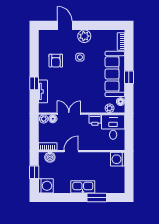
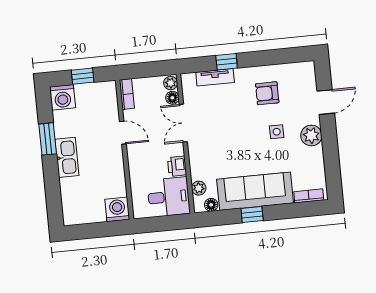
double door: (69, 114) -> (183, 123), swing flipped
boiler: (50, 157) -> (109, 99), removed
window: (97, 197) -> (48, 139), moved

